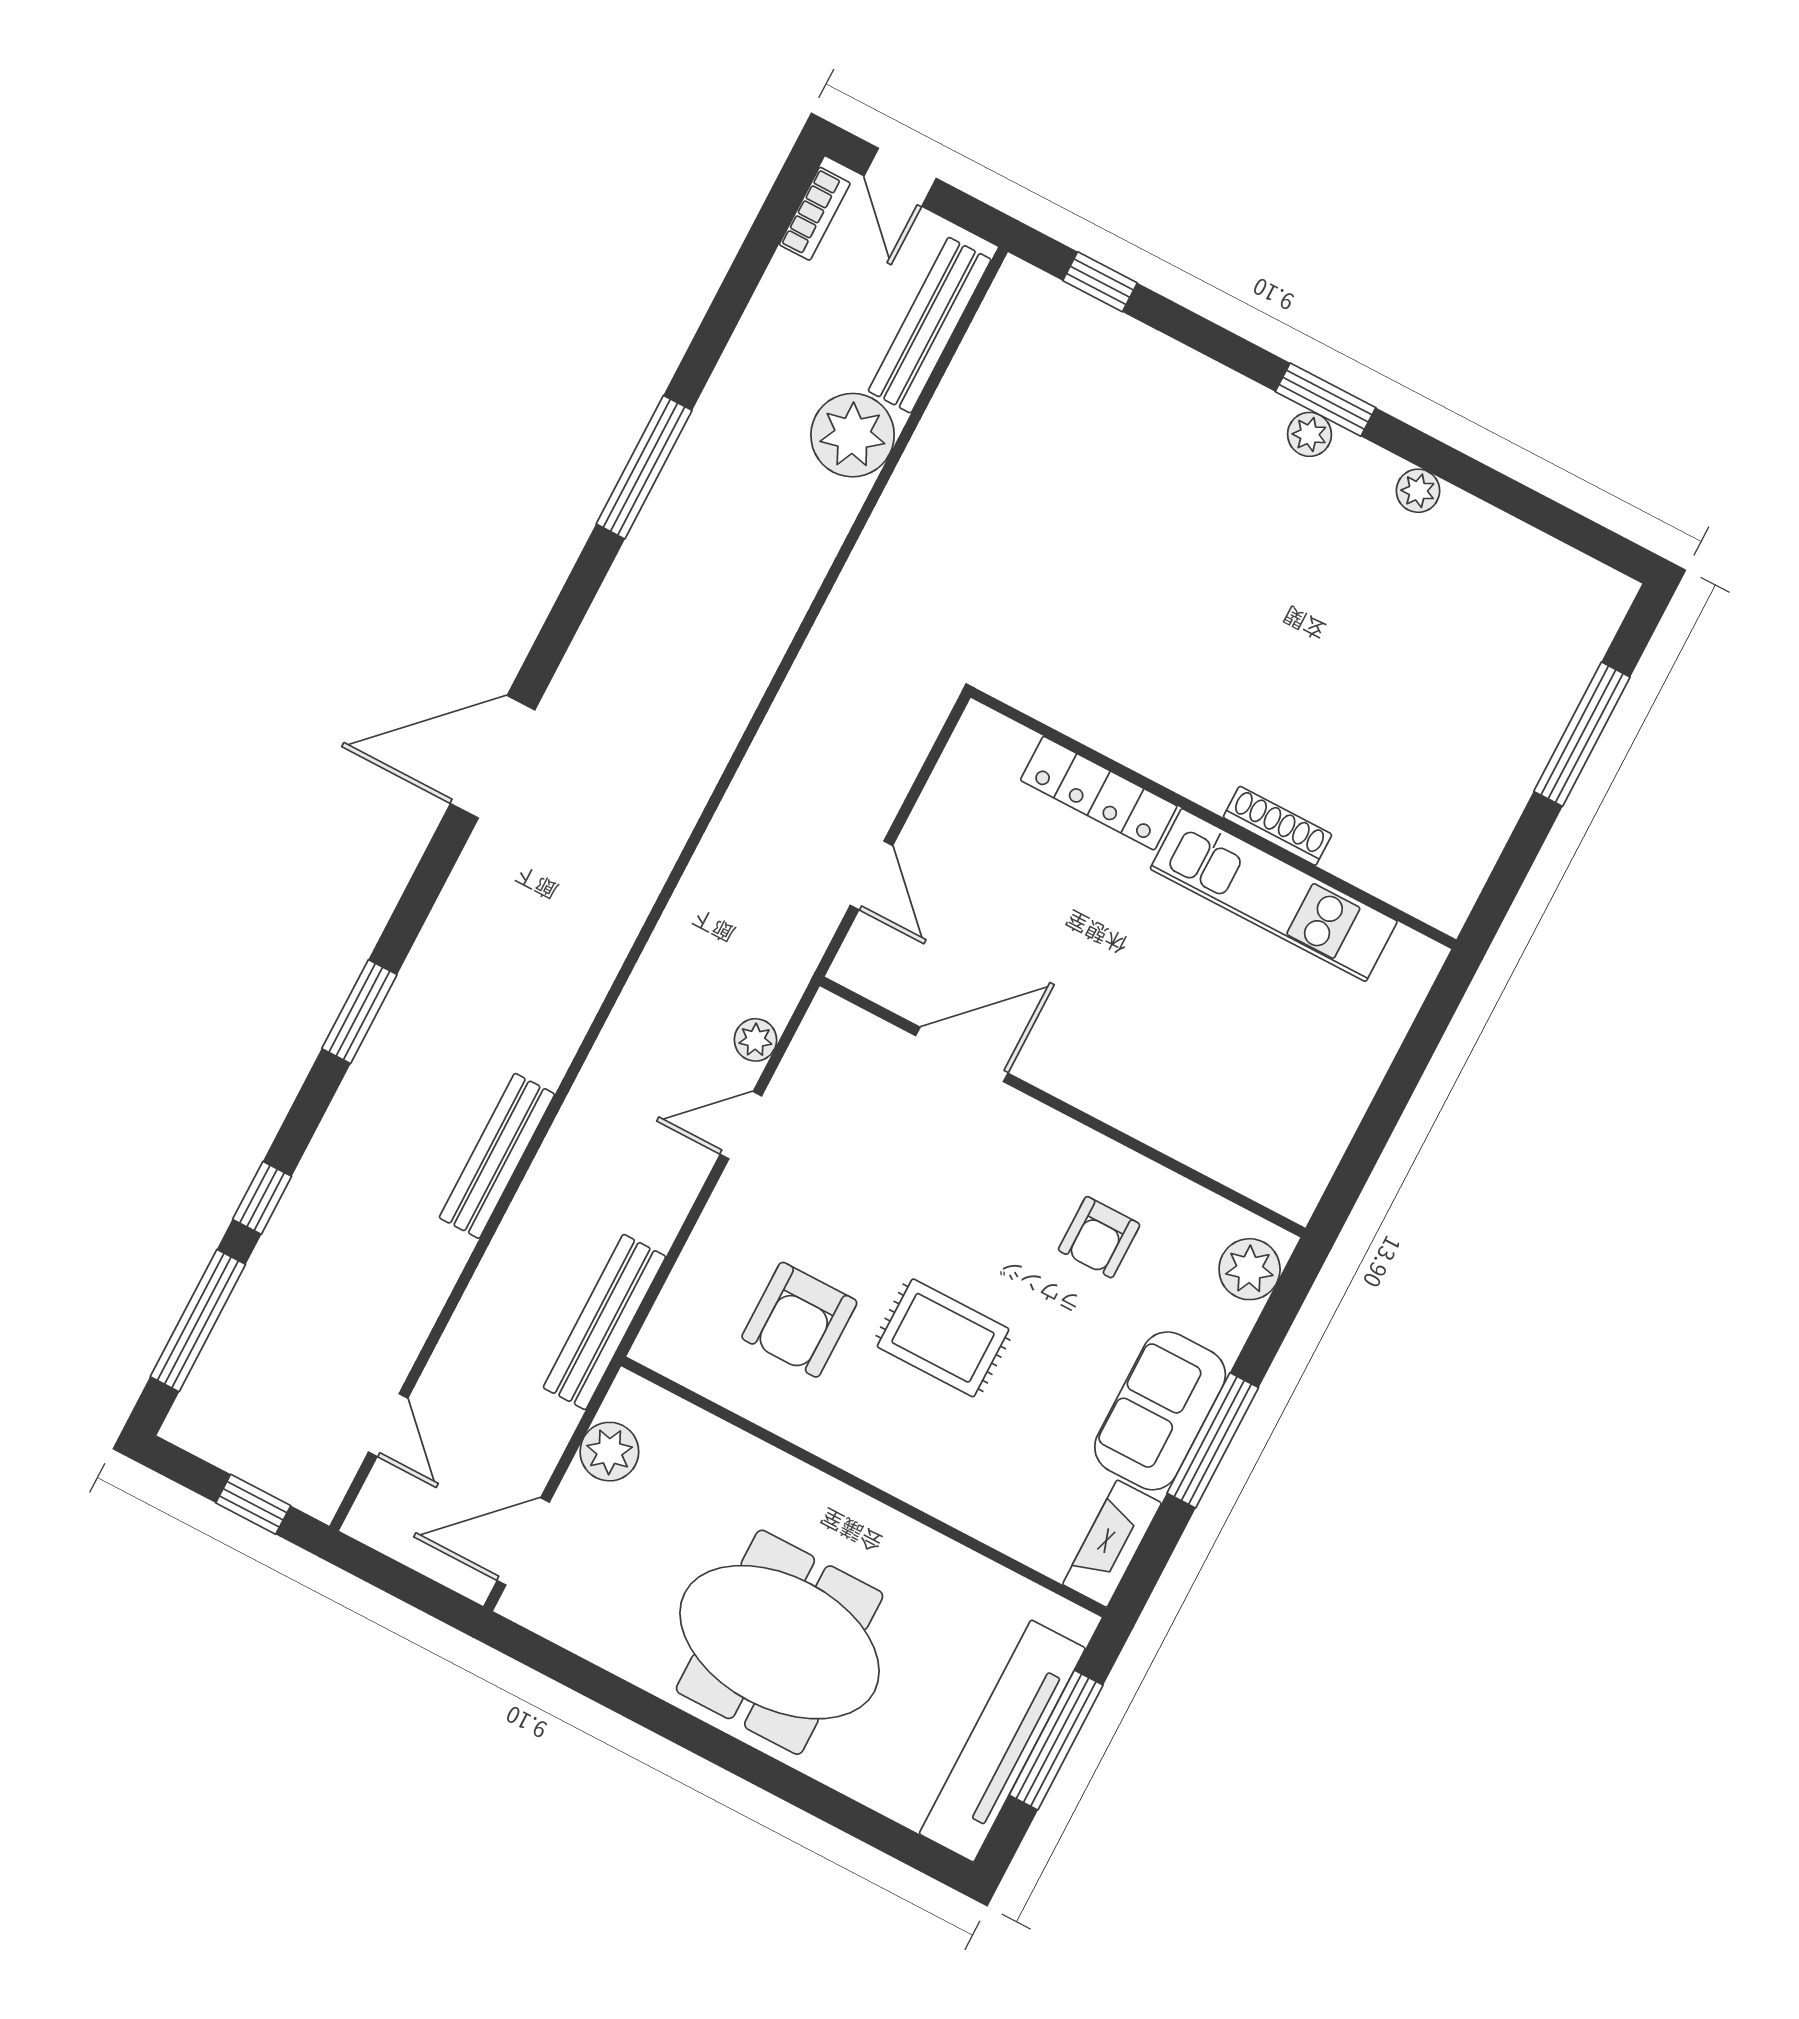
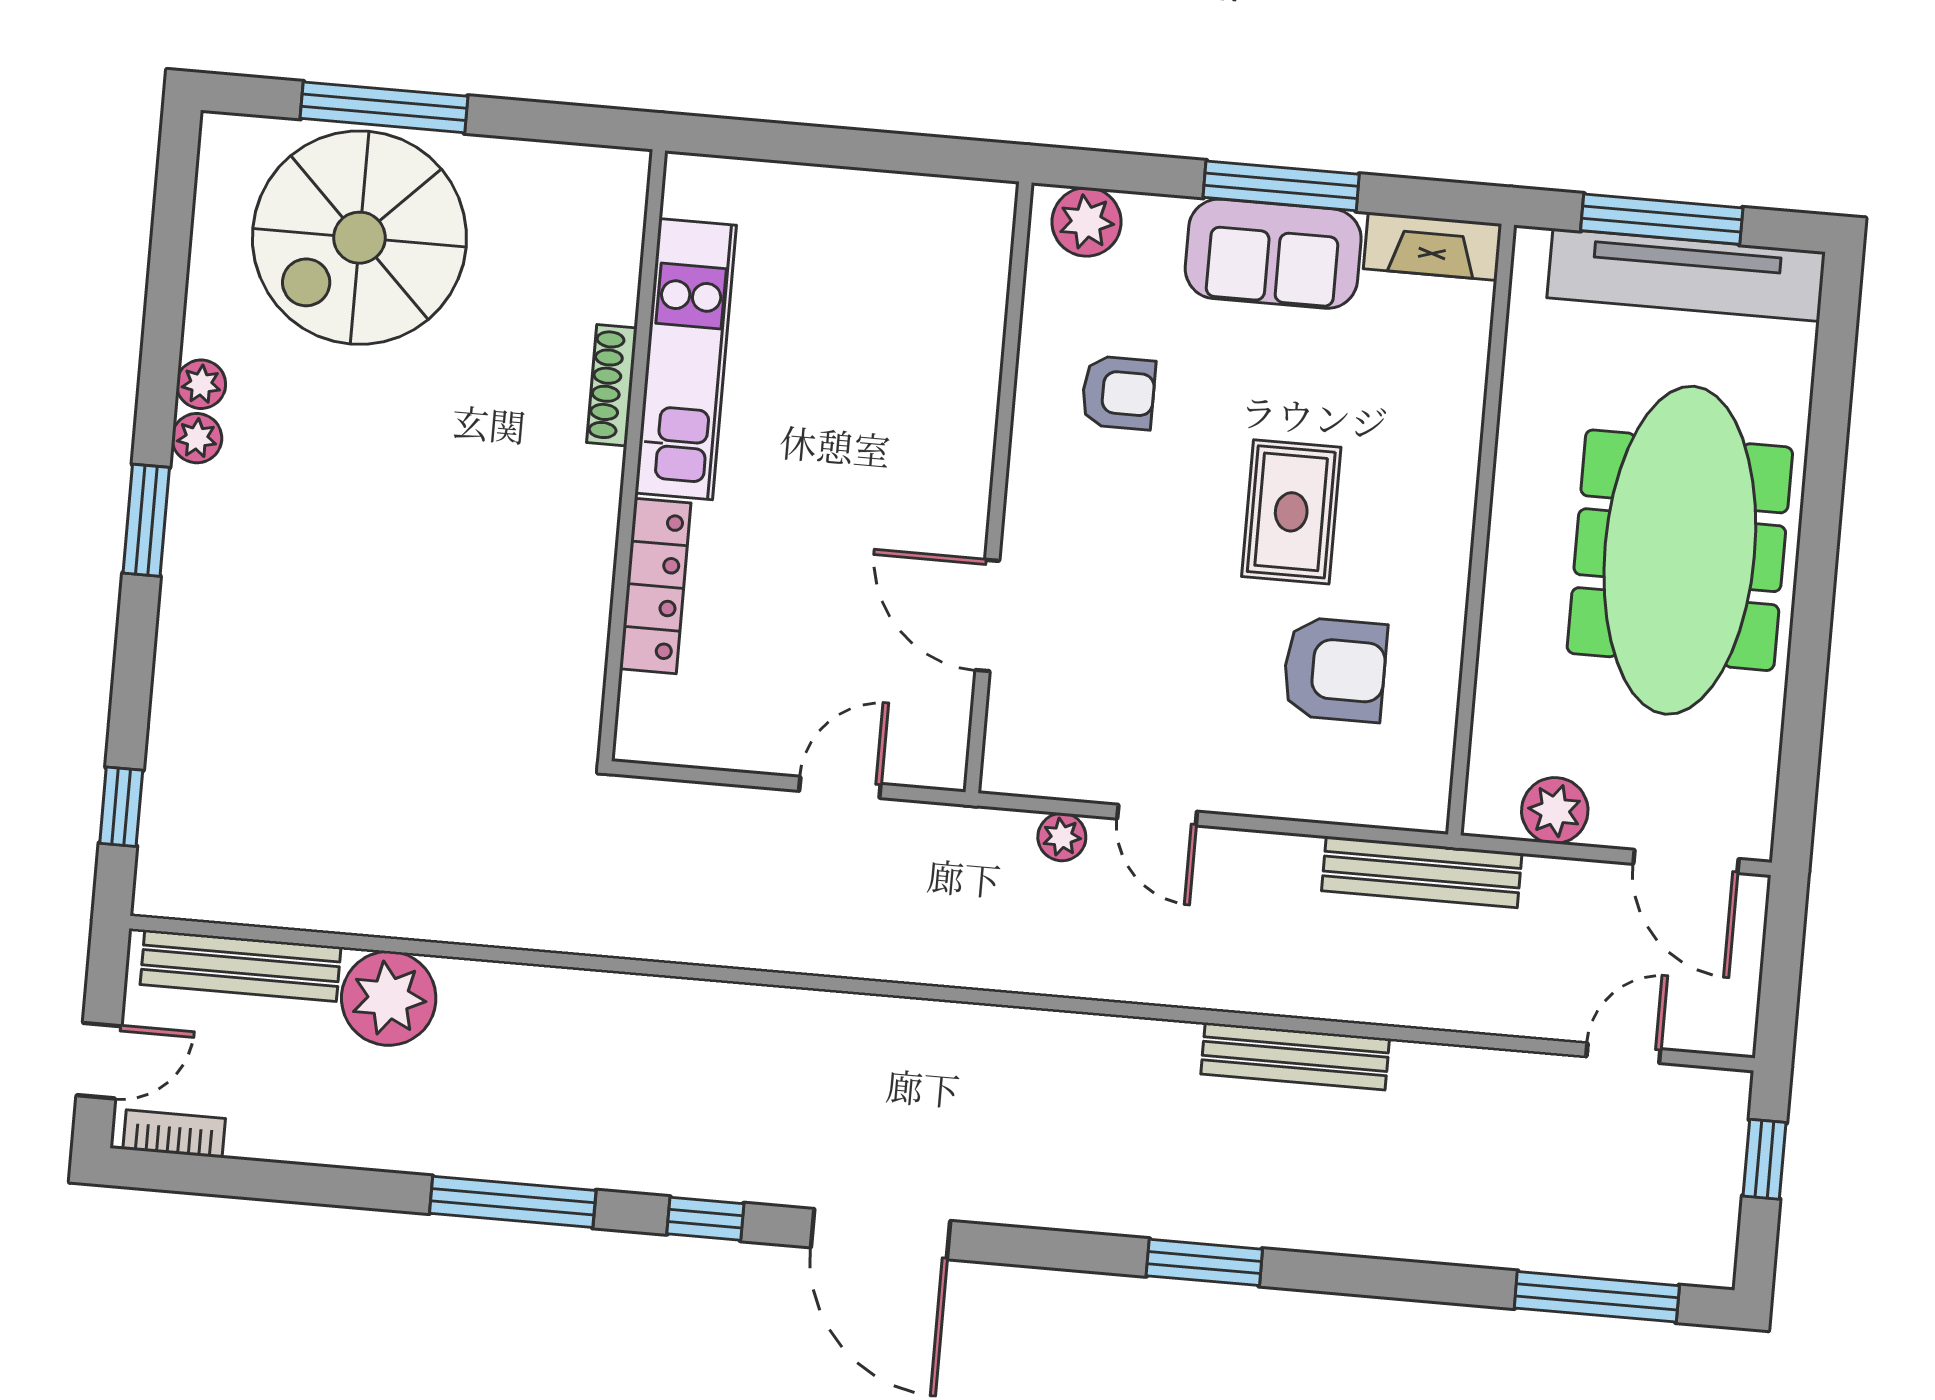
plant: (1309, 434) -> (197, 438), moved
spiral stairs: (1484, 670) -> (359, 238), added
window: (262, 1198) -> (705, 1219), moved
meeting table: (780, 1642) -> (1680, 550), width x1.36

